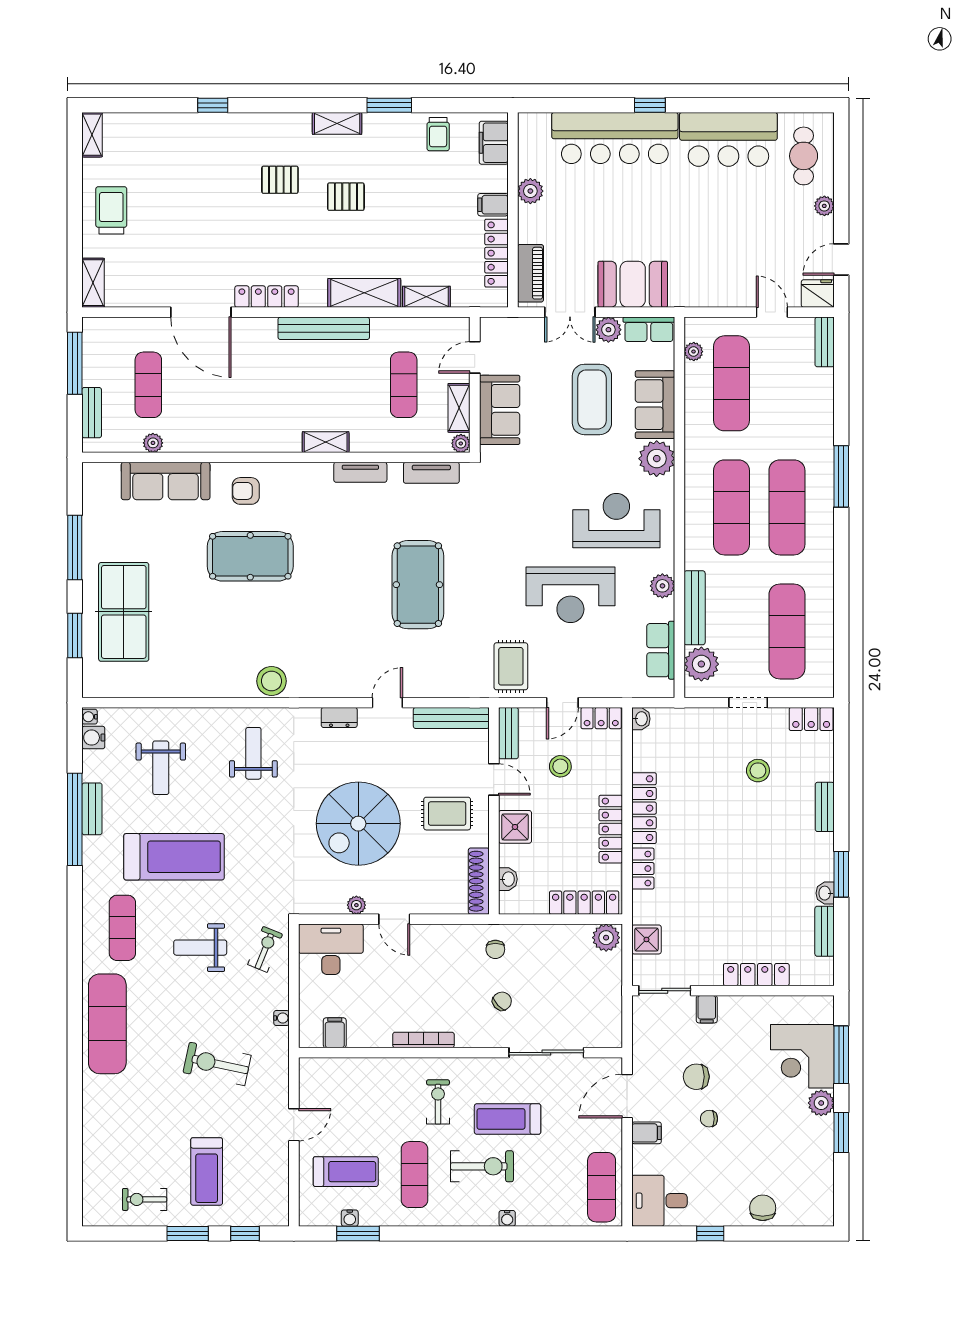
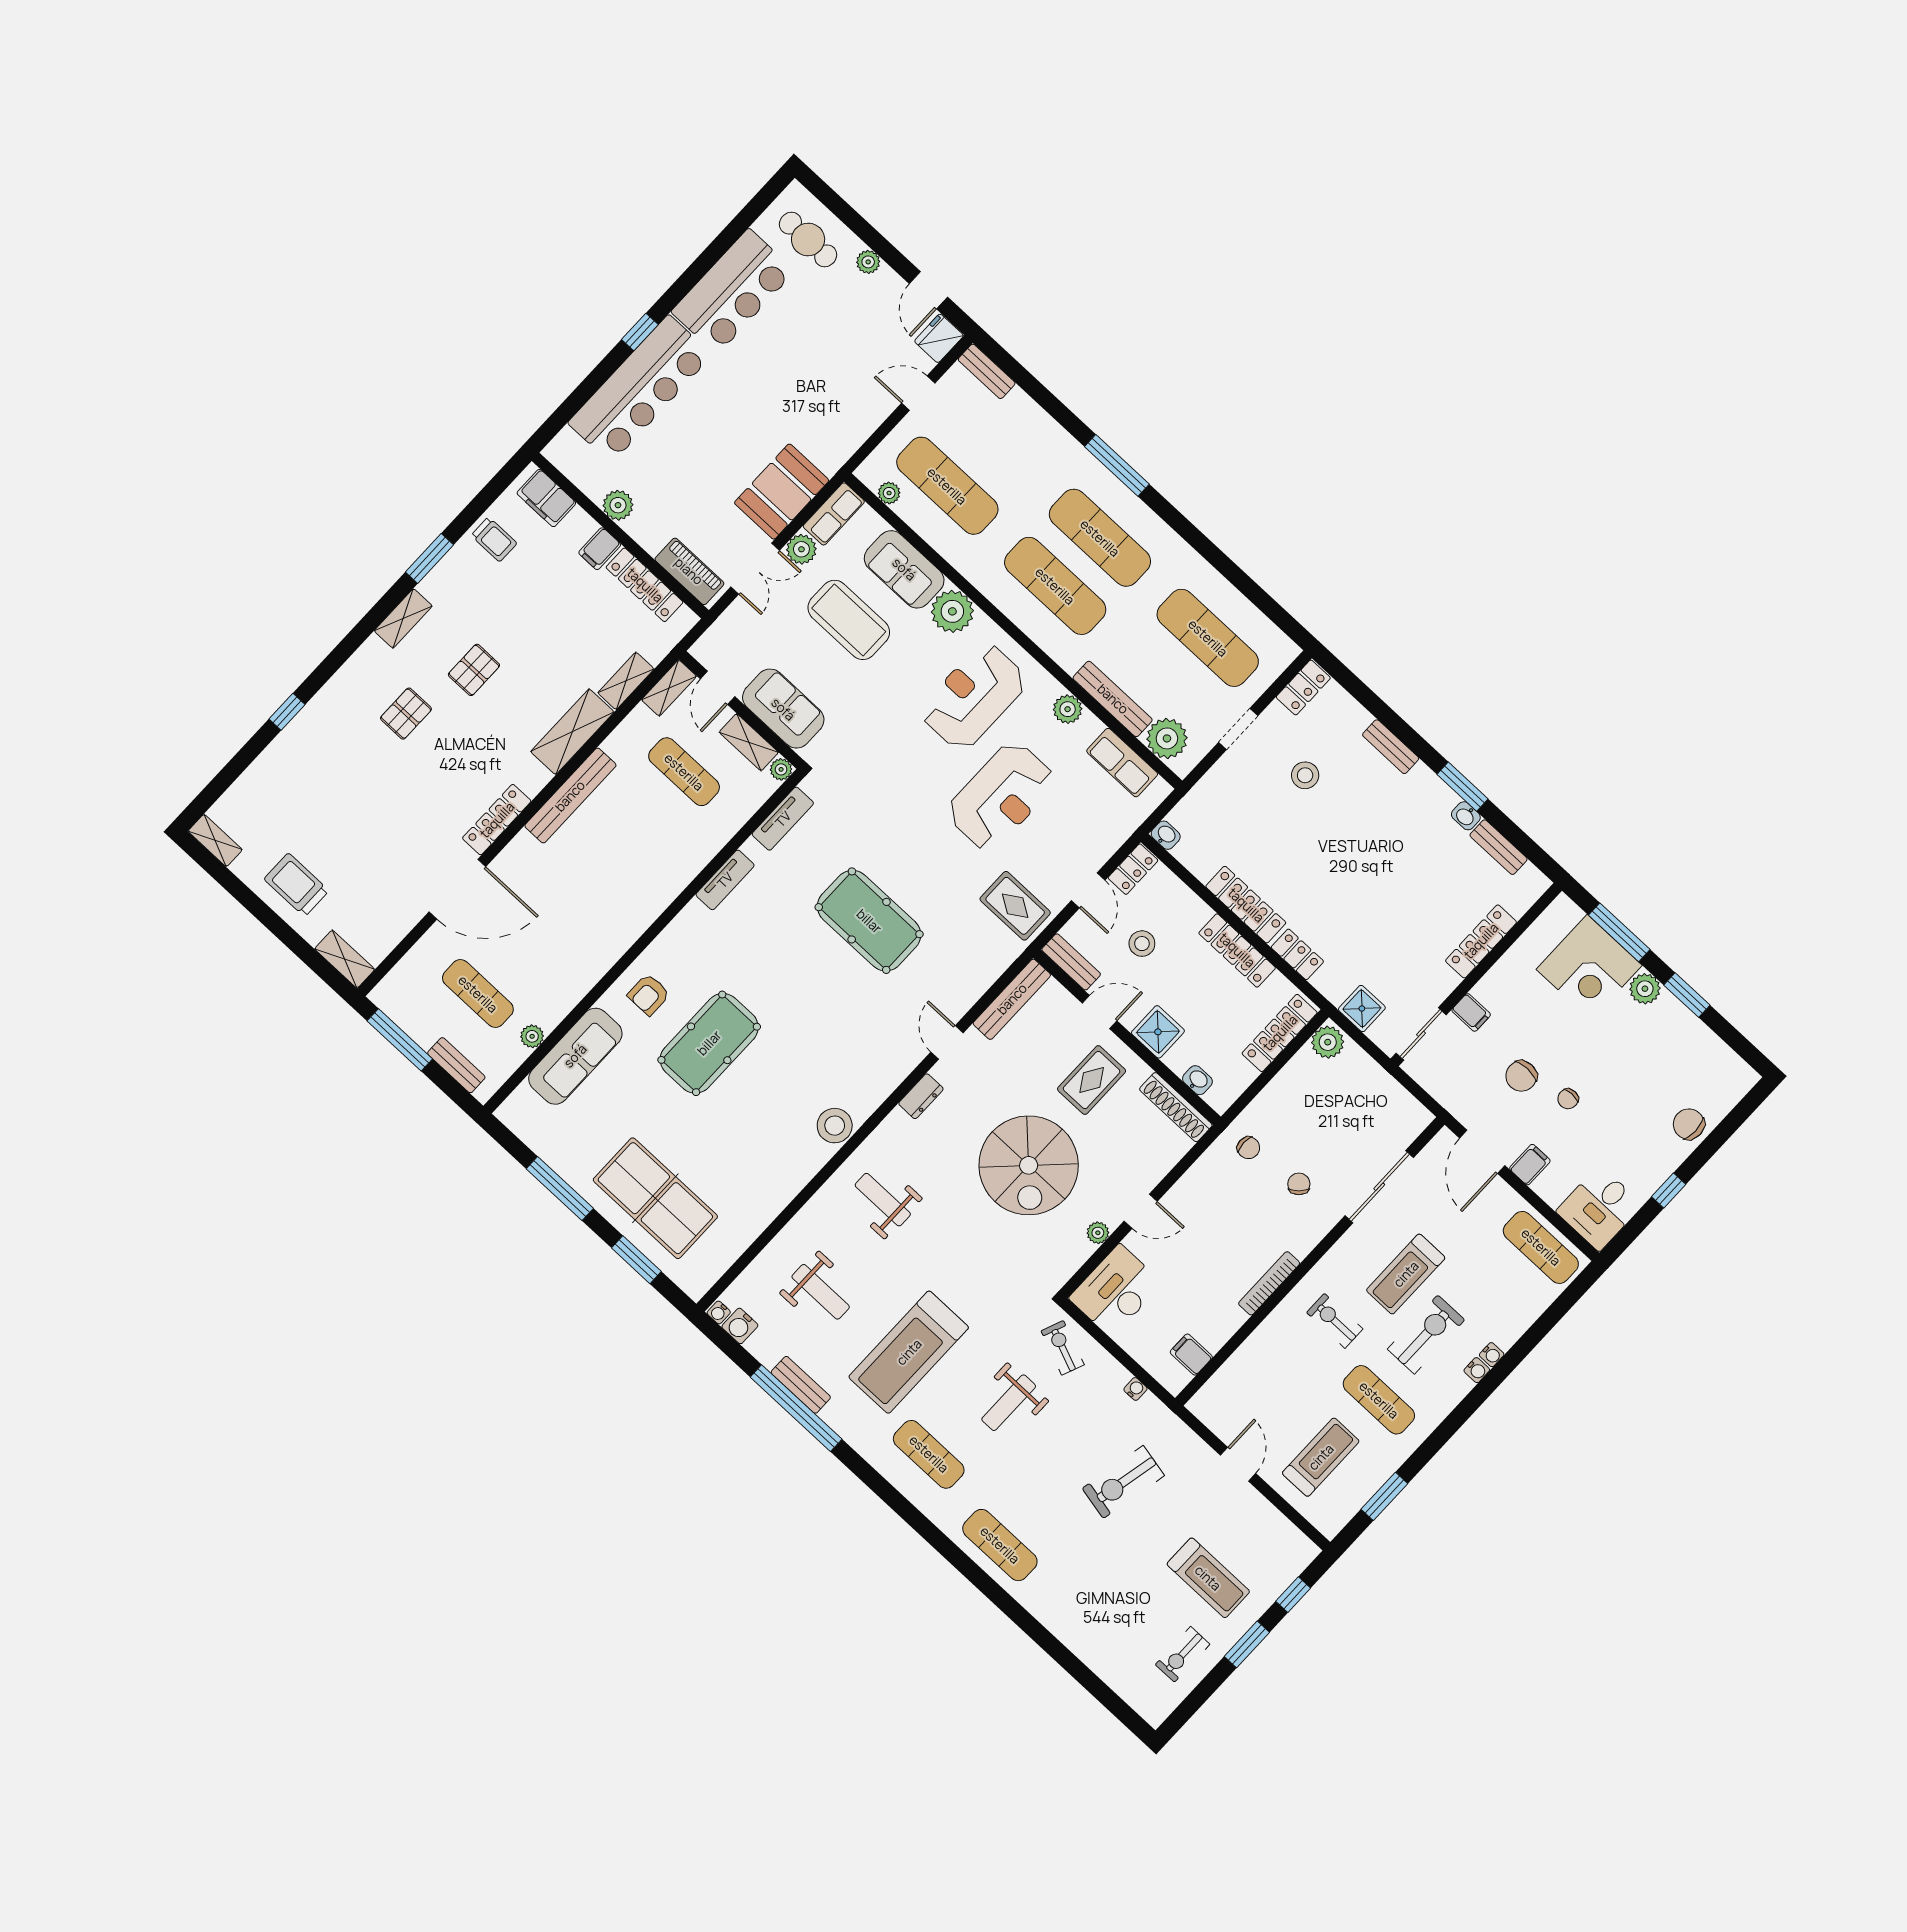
shelving: (326, 442) -> (669, 688), moved
treadmill: (174, 857) -> (909, 1352), turned 180
exercise mat: (107, 1024) -> (1000, 1545), width x0.73, depth x0.69
water cooler: (350, 1218) -> (1477, 1370), moved

